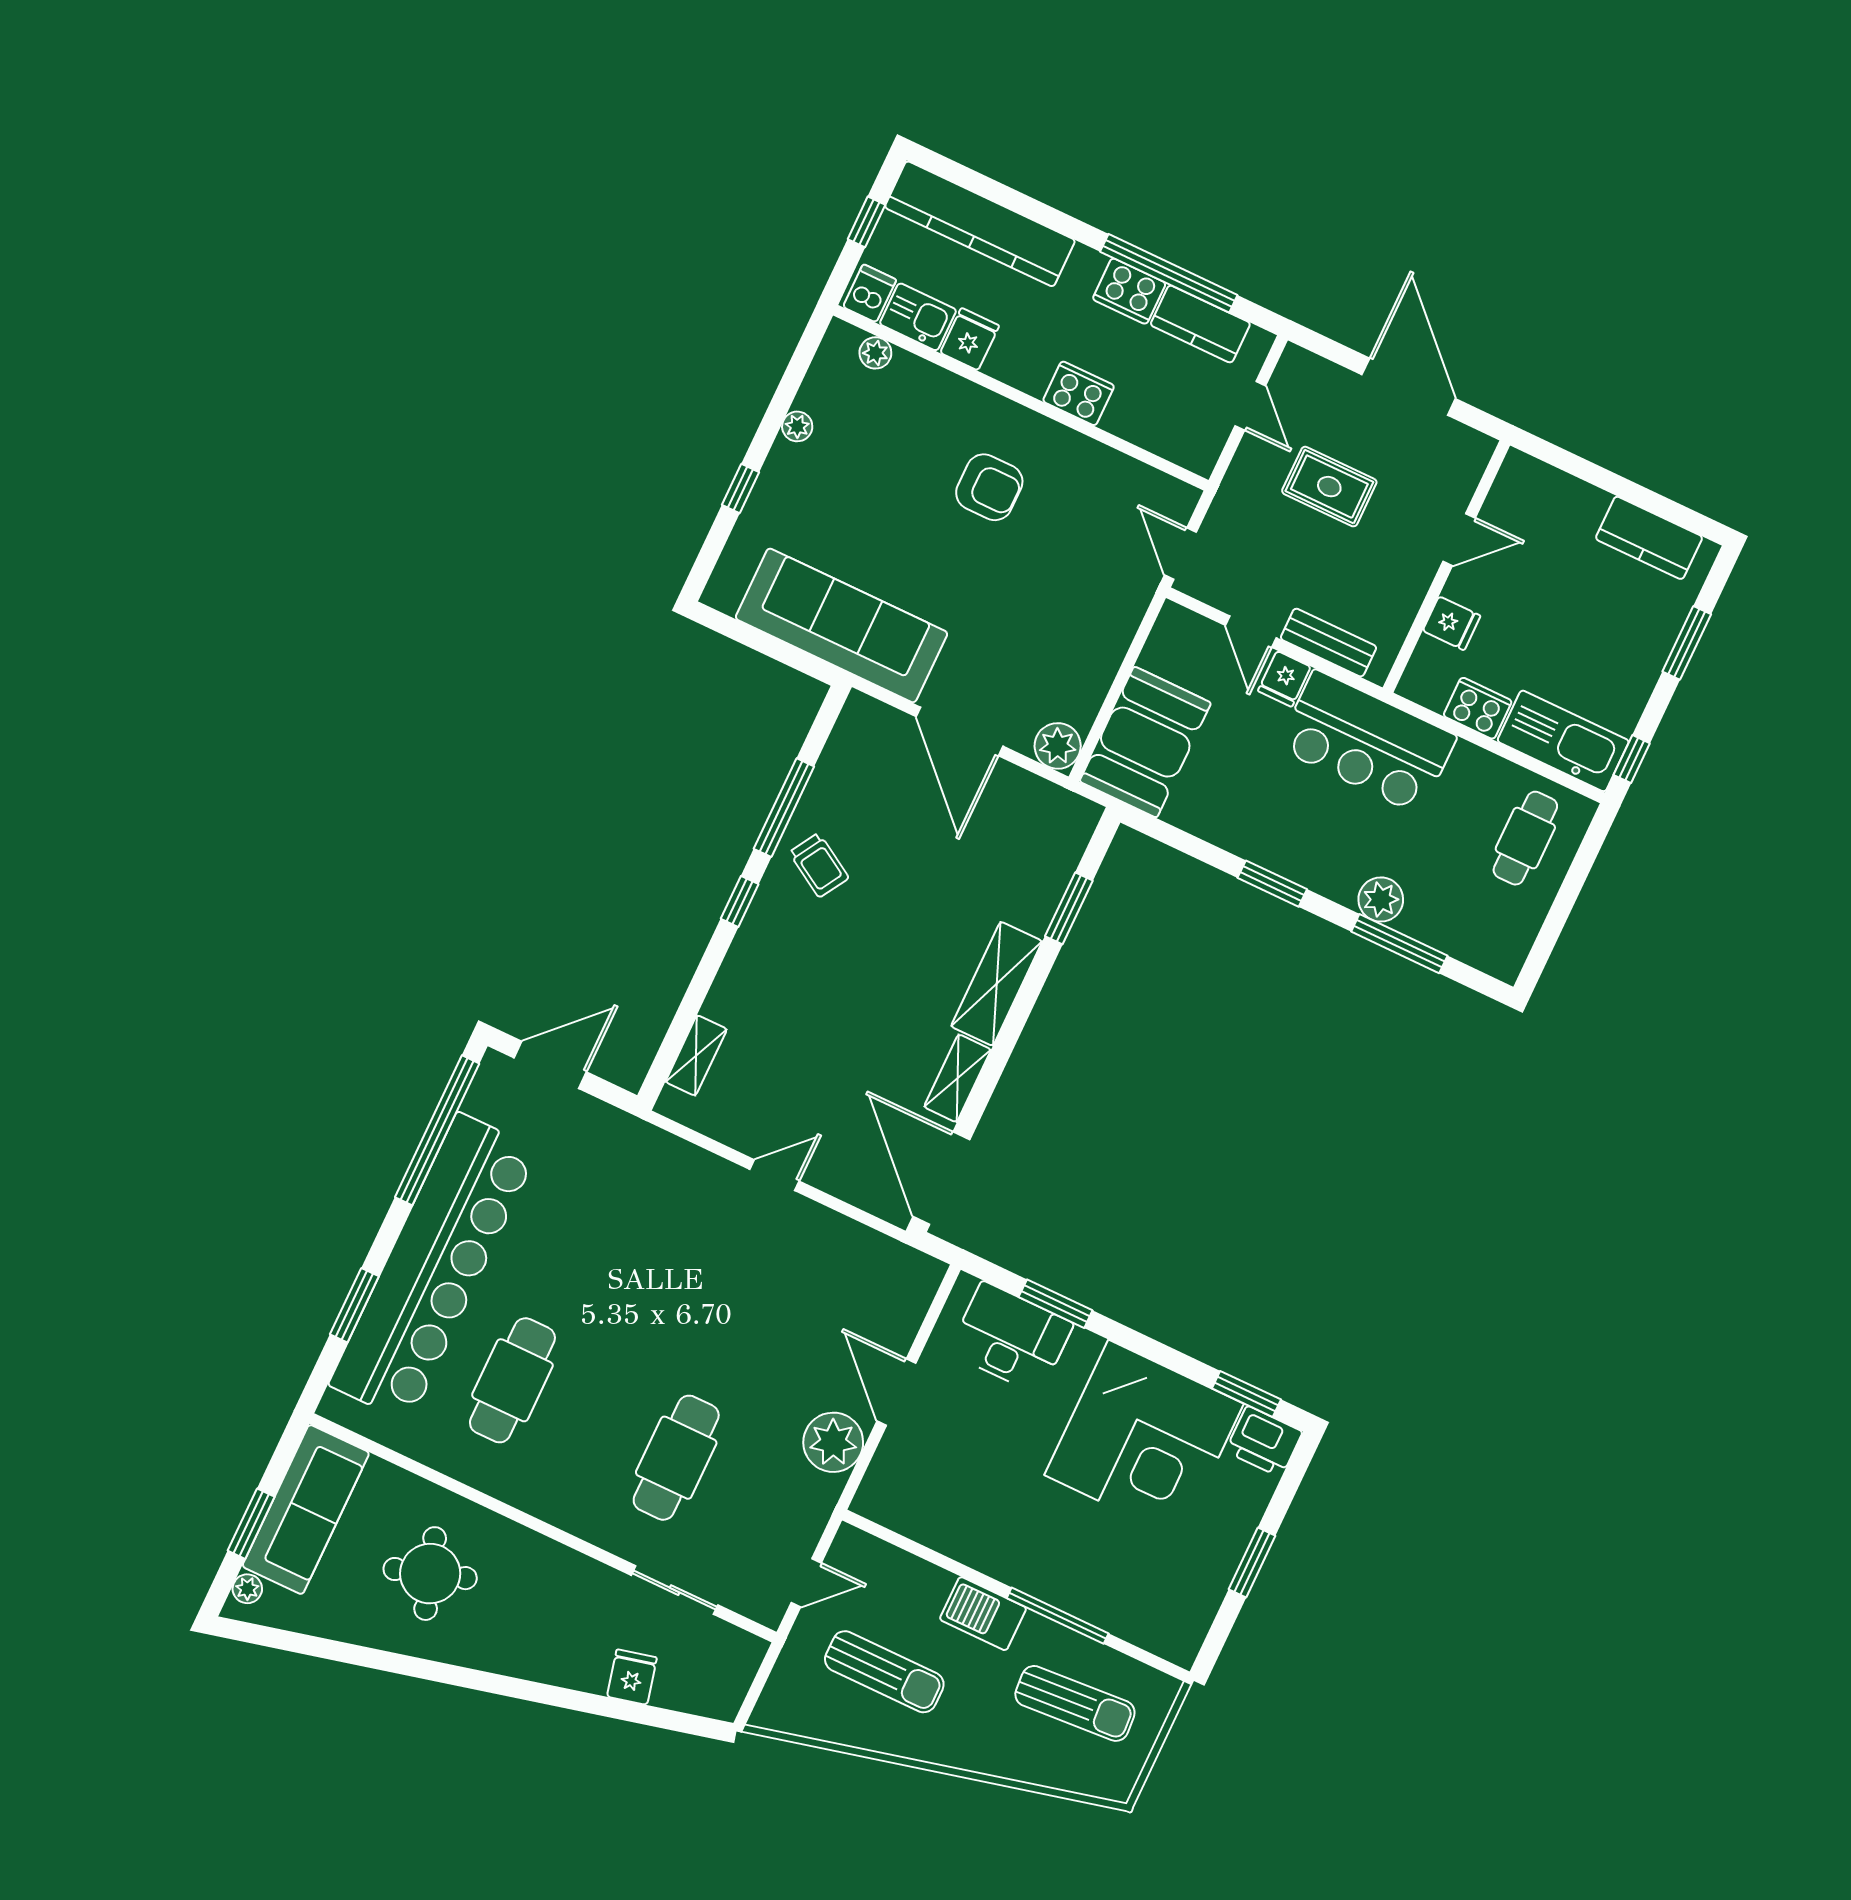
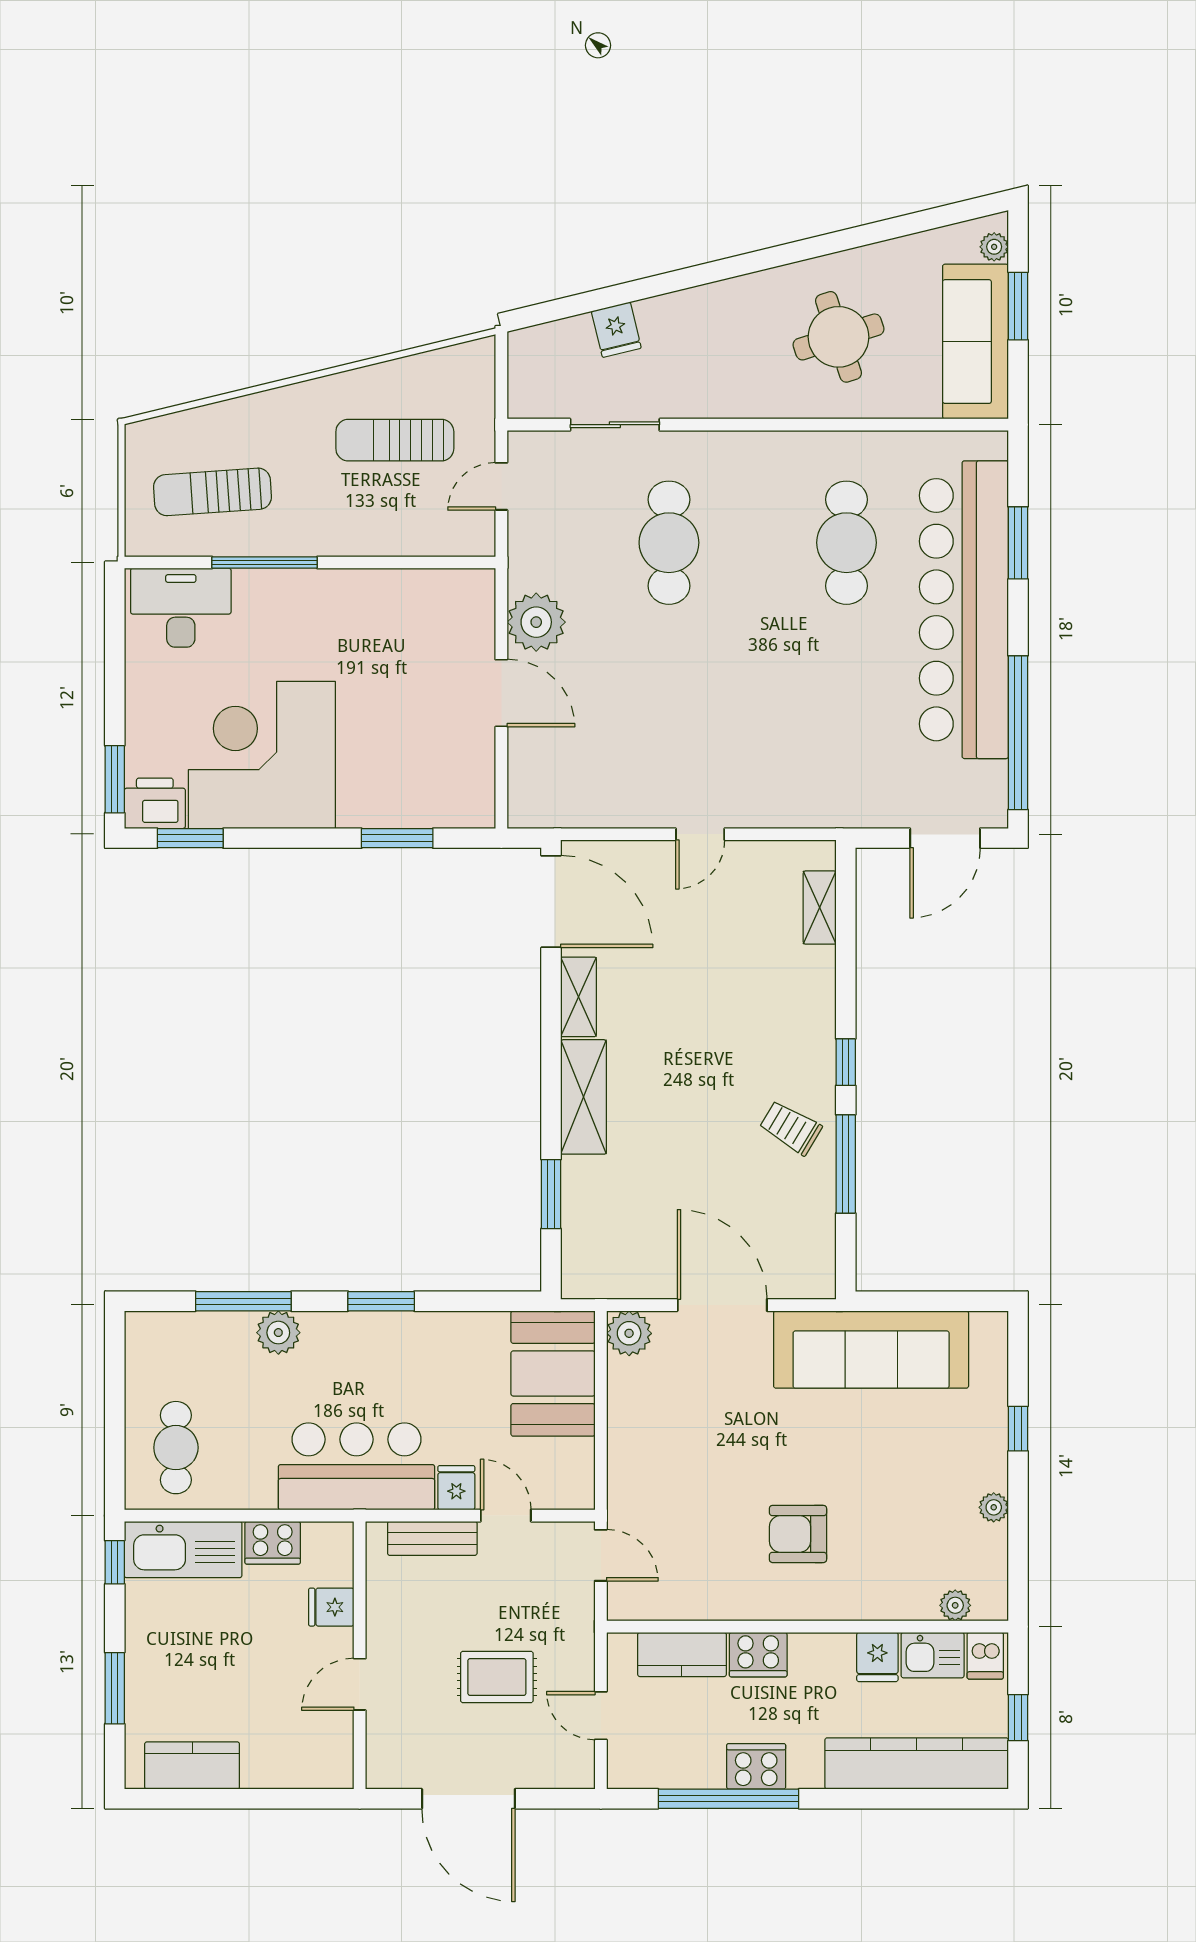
kitchen counter: (1200, 324) -> (682, 1654), moved, turned 180
desk: (1011, 1338) -> (181, 608), moved, turned 180
window: (1252, 1562) -> (115, 779), moved
barbecue: (983, 1614) -> (332, 533), removed

